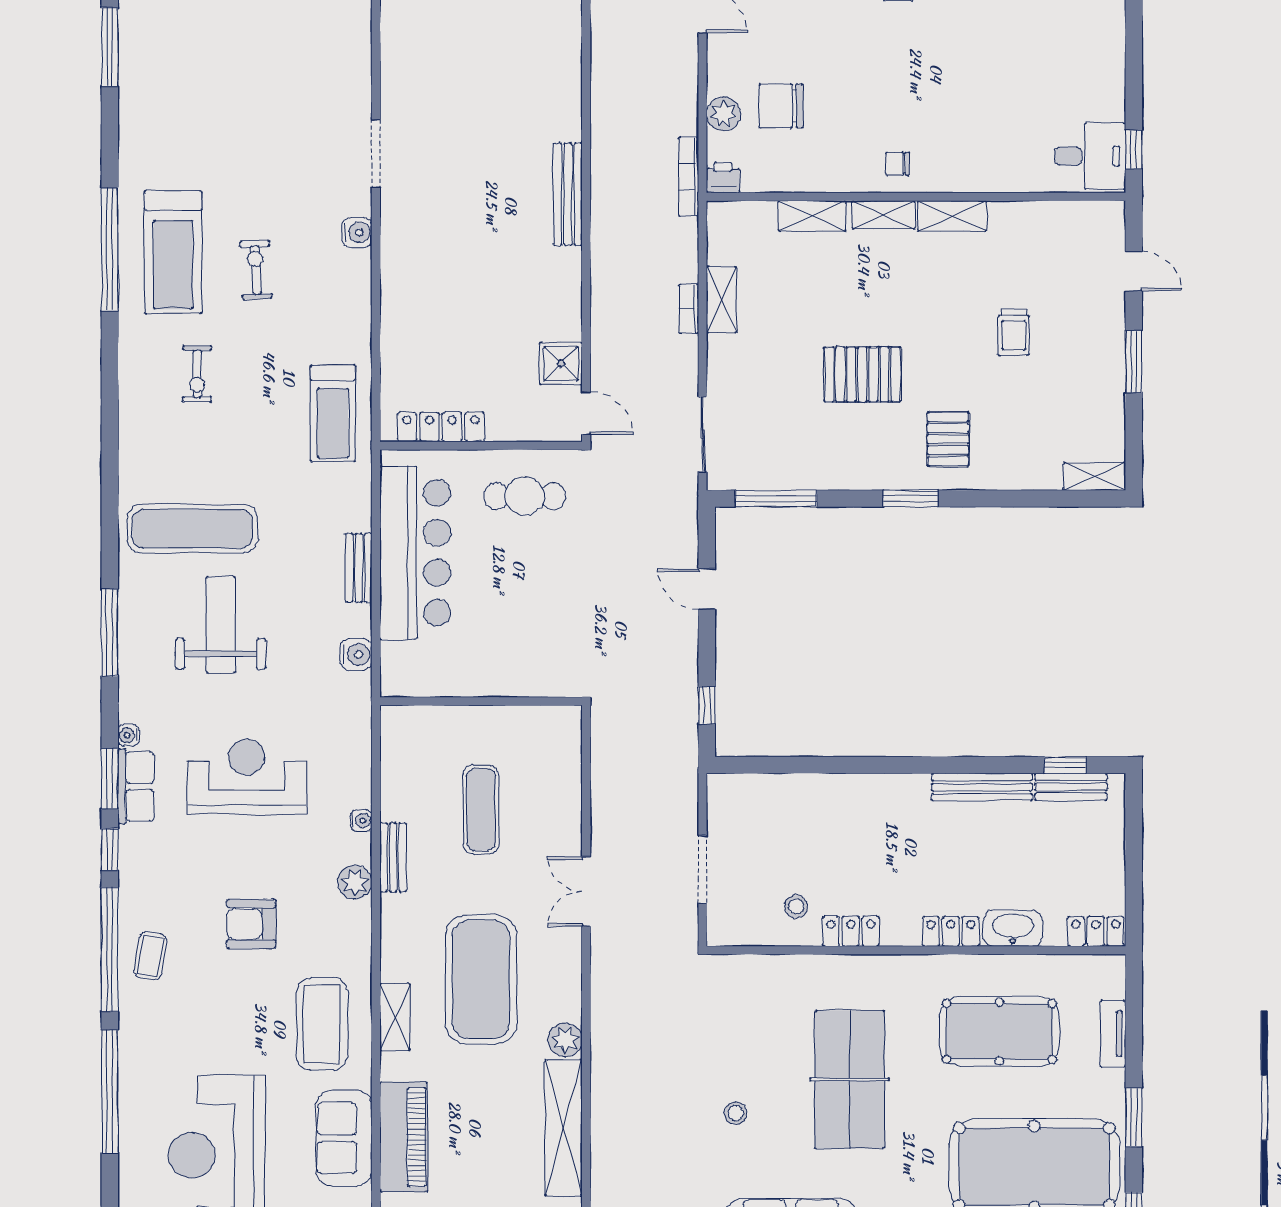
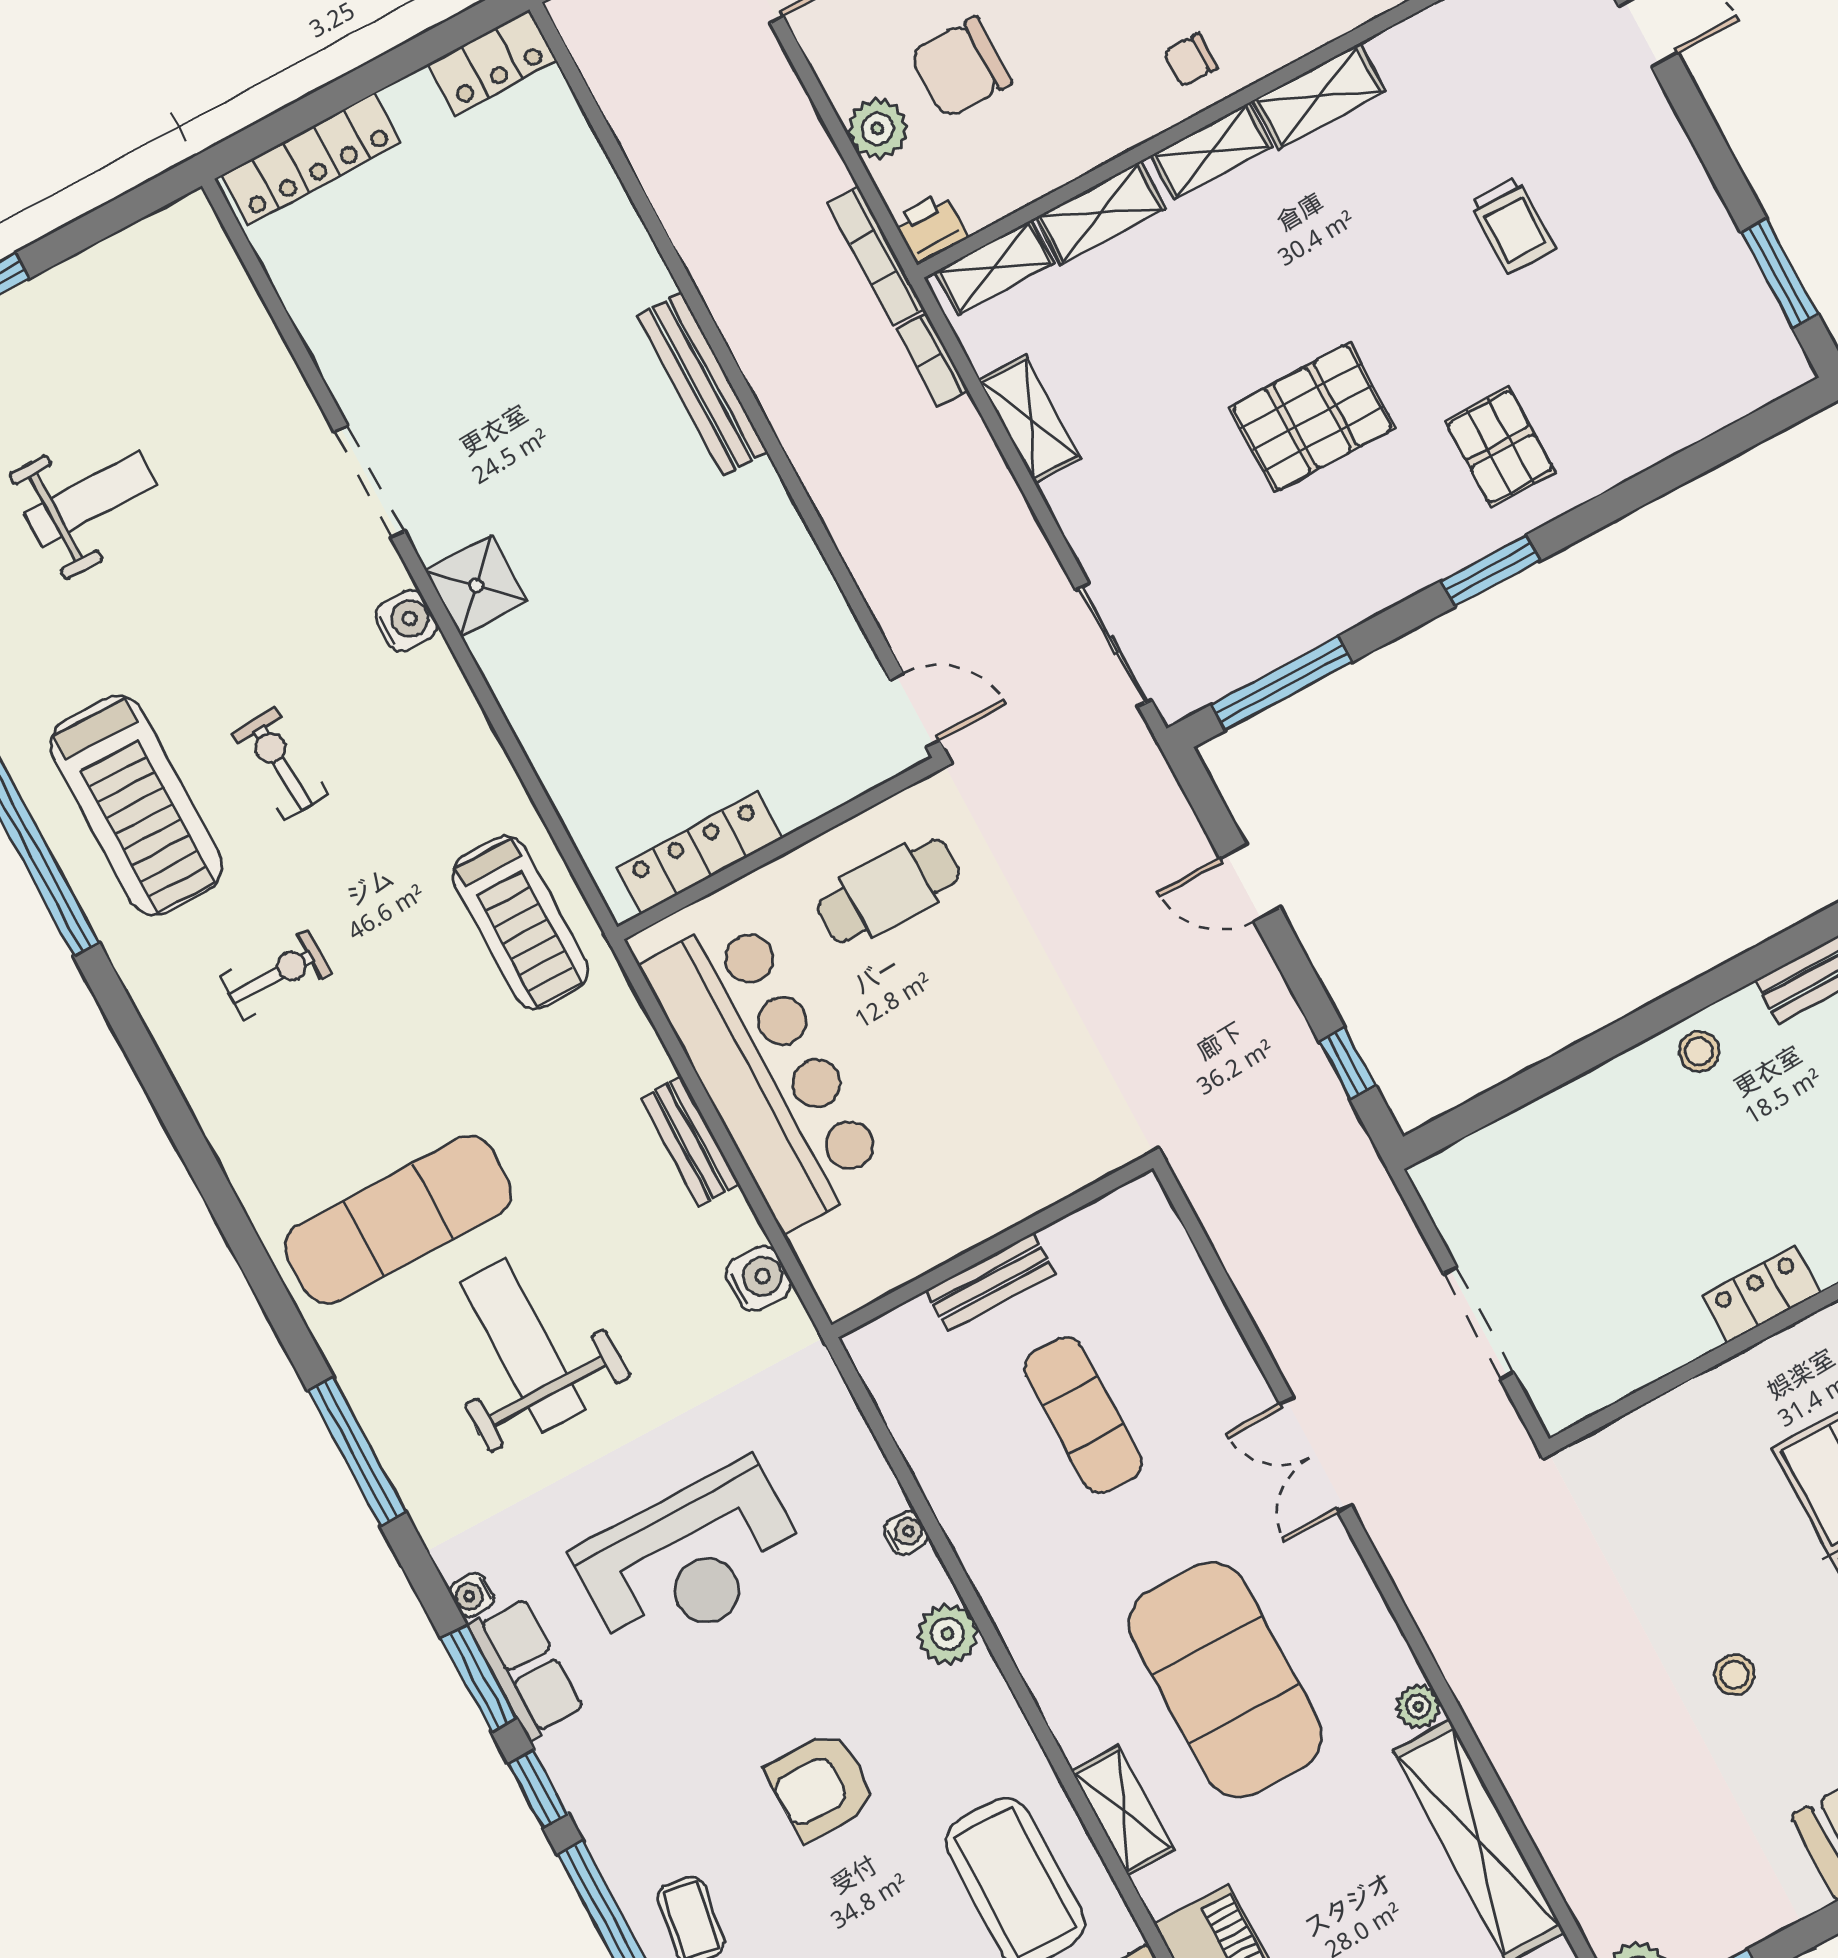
weight bench: (233, 87) -> (91, 499), added
bookcase: (689, 309) -> (932, 360), moved
window: (1134, 362) -> (1780, 273), moved
shower: (561, 364) -> (476, 586), moved
exercise bike: (197, 374) -> (276, 975), turned -90
shelving: (1095, 476) -> (994, 268), moved
reception desk: (247, 777) -> (691, 1560), turned 180
bench: (393, 857) -> (990, 1282), moved, turned 90
stool: (796, 907) -> (1699, 1051), moved
plant: (565, 1040) -> (1418, 1706), width x0.73, depth x0.73

